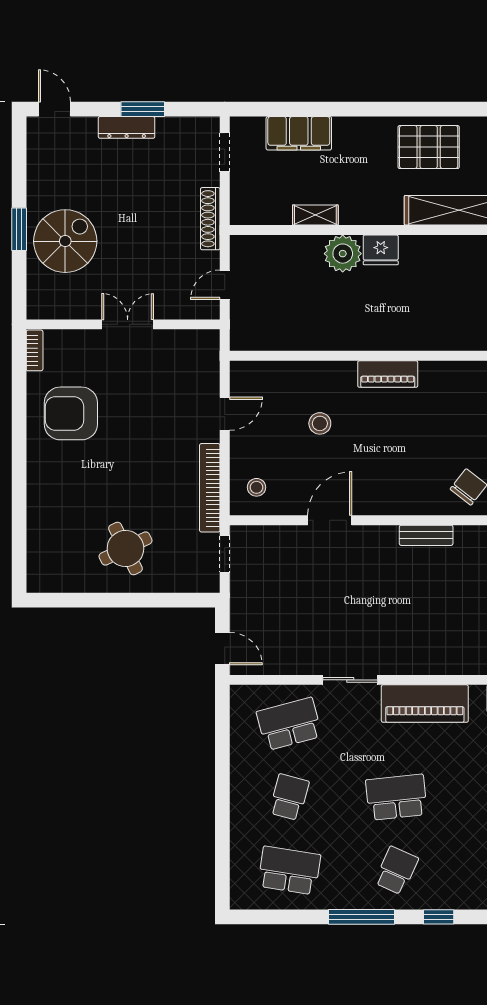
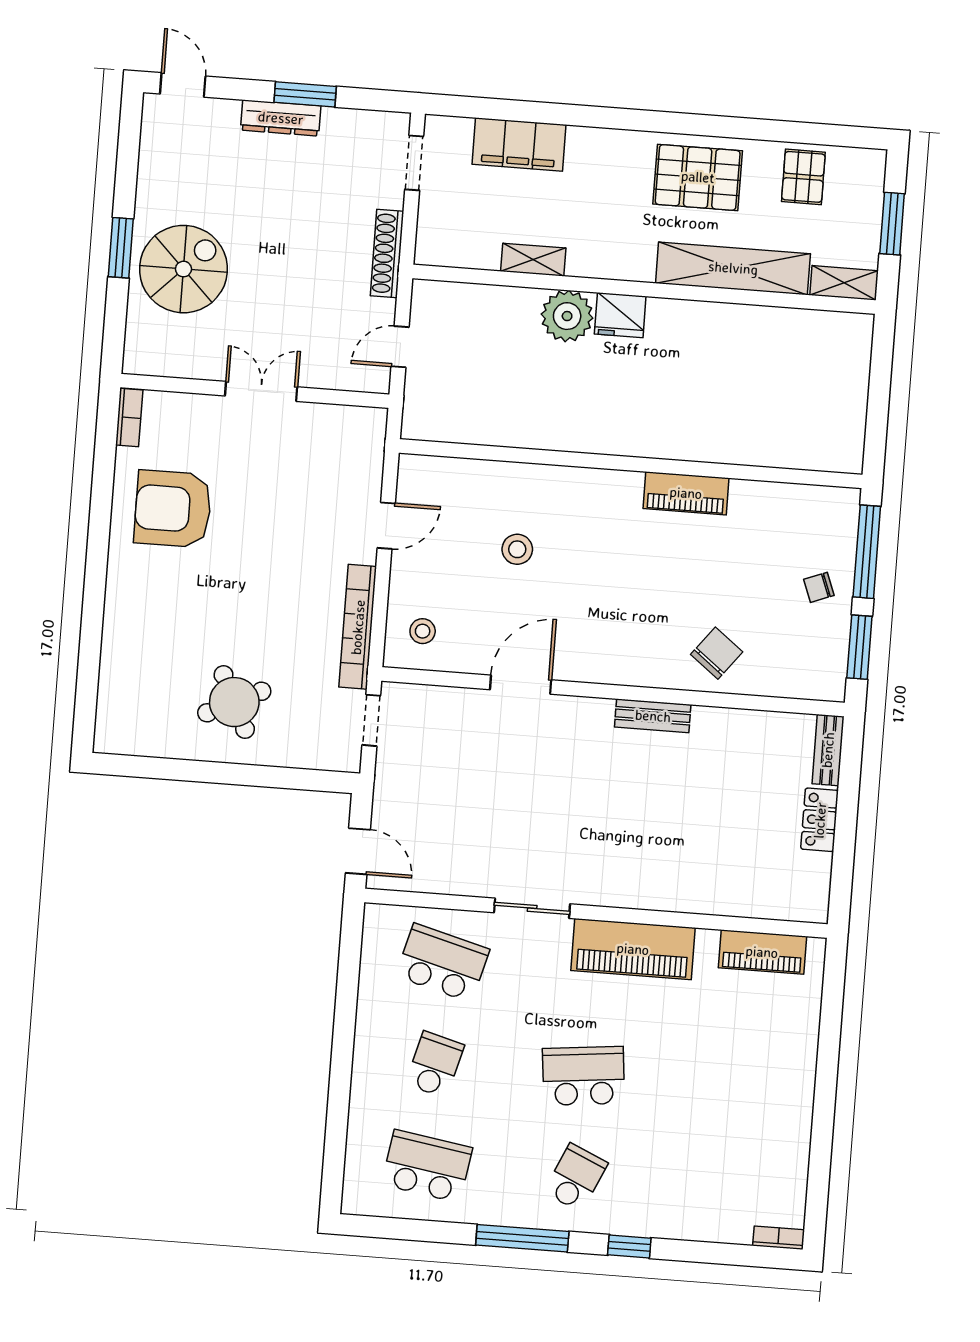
piano: (388, 374) -> (686, 493), moved
school desk: (289, 724) -> (443, 963), turned 30

